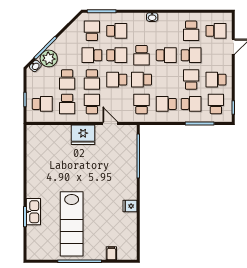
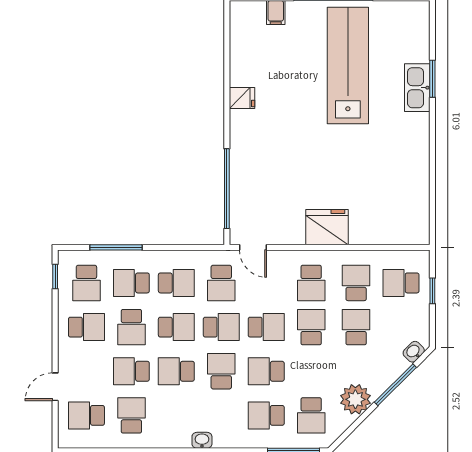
school desk: (92, 55) -> (176, 327), moved
plant: (49, 58) -> (355, 399), moved
door: (110, 124) -> (253, 247), moved

